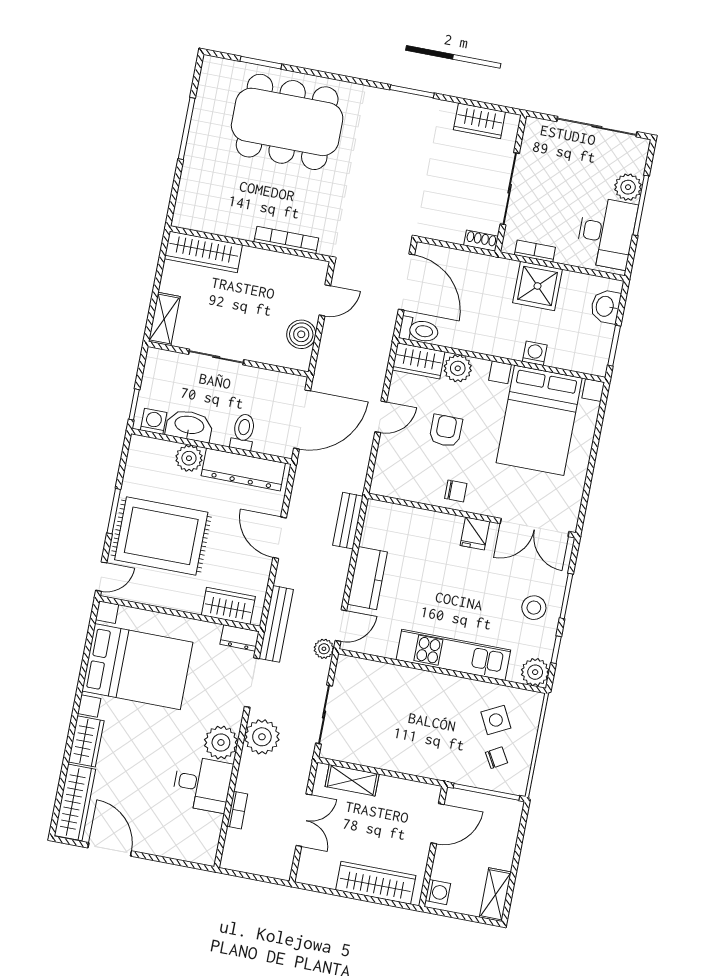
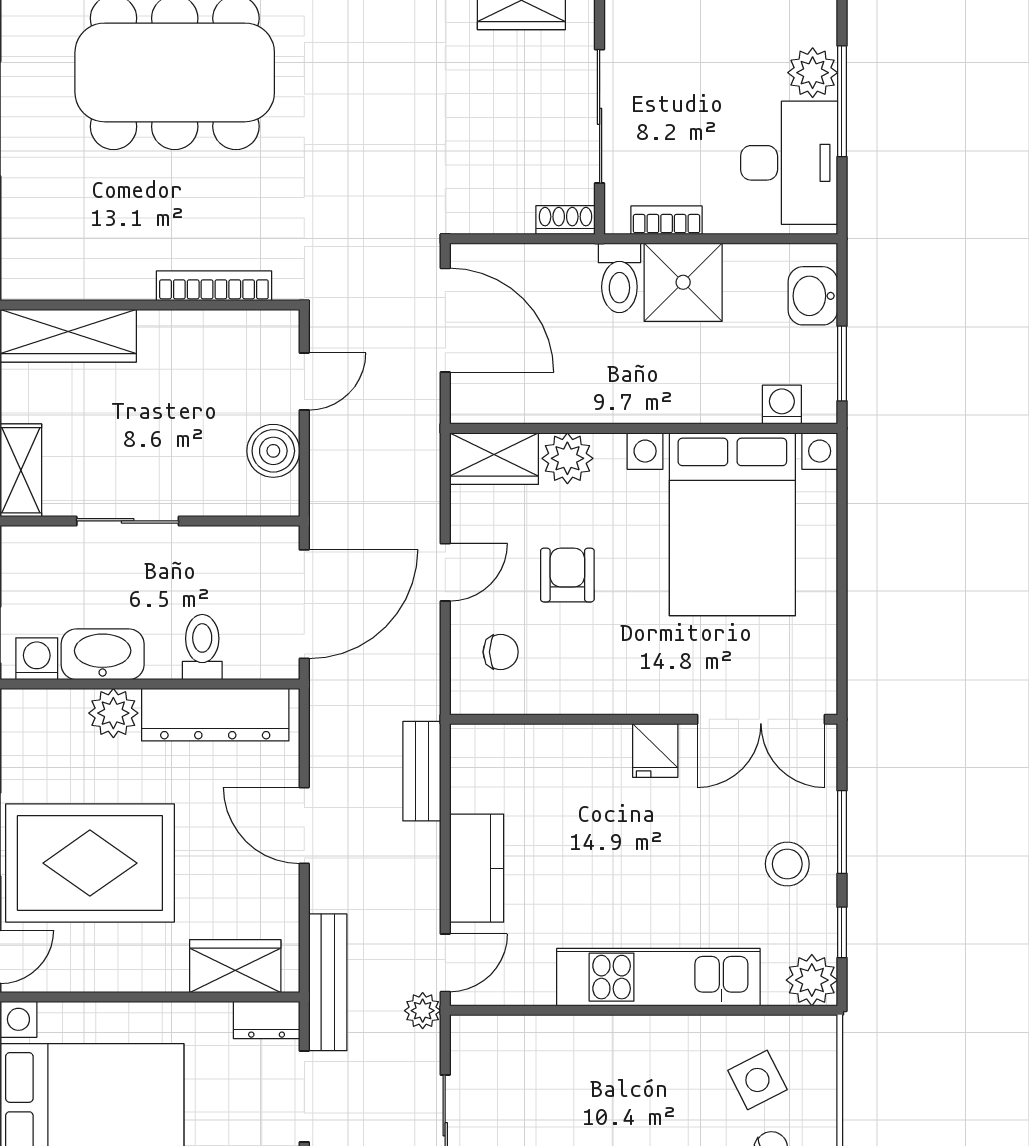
toilet: (419, 330) -> (619, 278), moved, turned 90
washing machine: (535, 353) -> (782, 404), moved
chair: (456, 491) -> (501, 652), moved

